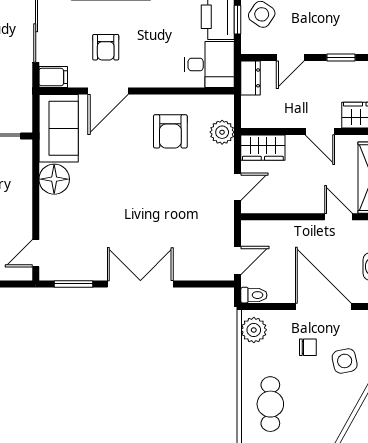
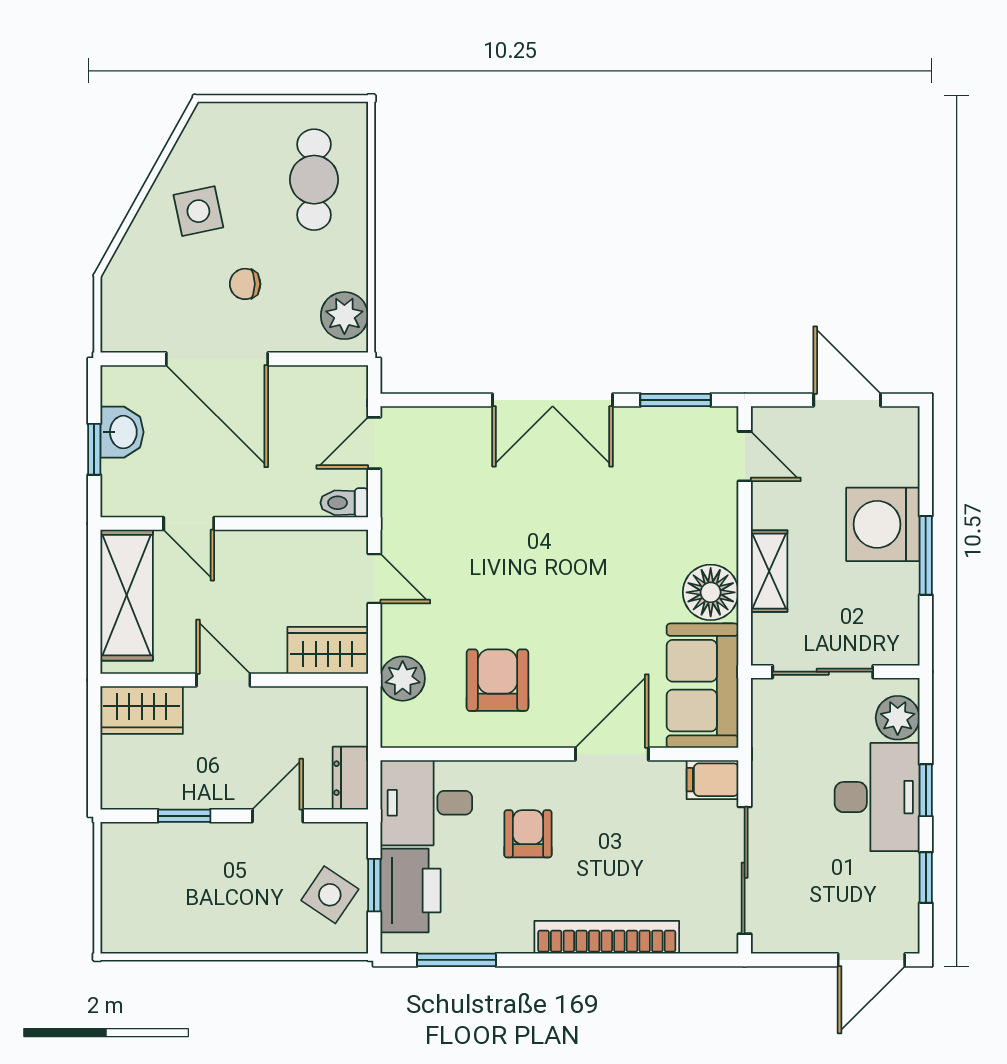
armchair: (106, 47) -> (528, 834), moved
door: (238, 187) -> (374, 578), swing flipped
shelving: (22, 191) -> (769, 571), added
door: (36, 253) -> (745, 456), hinge flipped
toilet: (254, 295) -> (344, 503), moved
side table: (345, 361) -> (198, 211), moved

